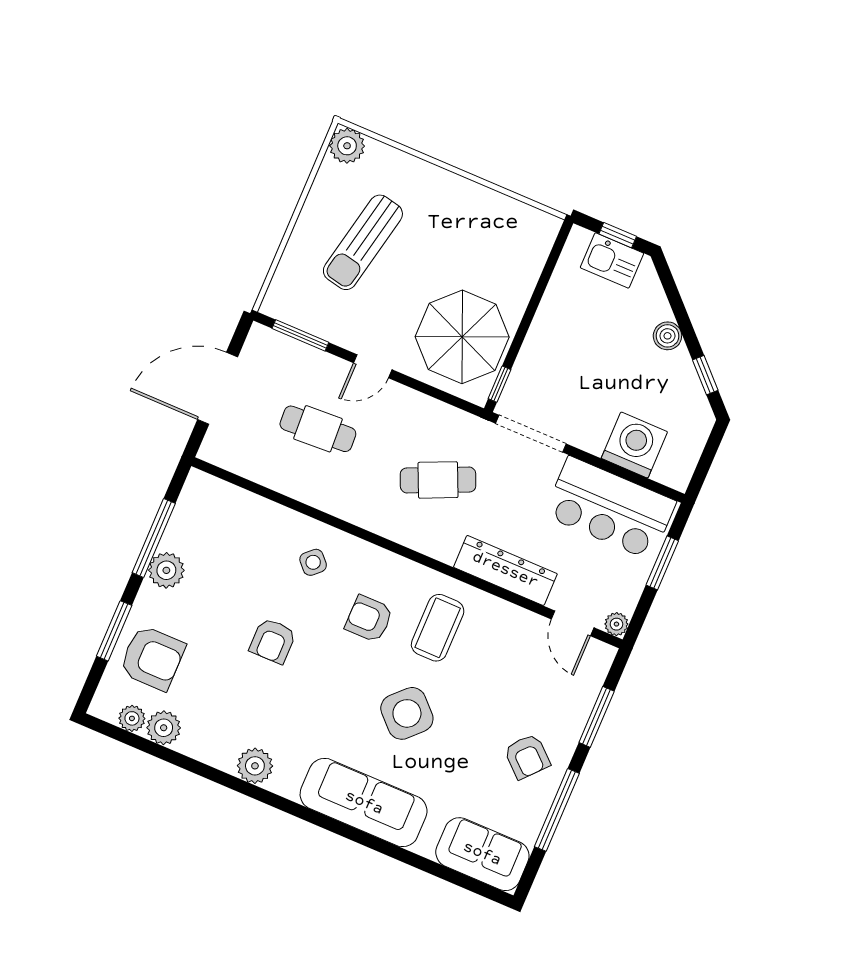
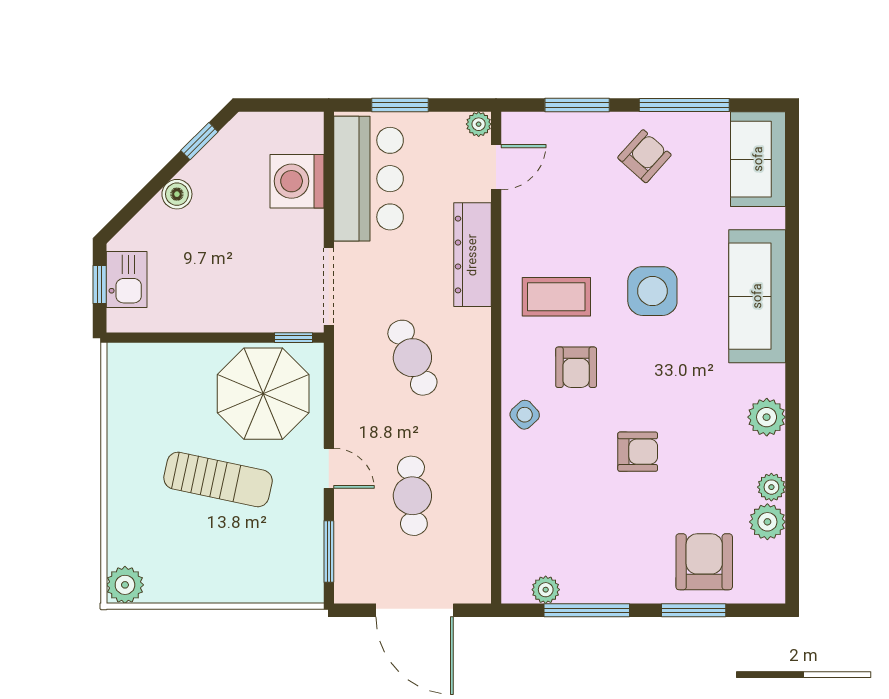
sun lounger: (363, 242) -> (218, 479), moved
side table: (313, 562) -> (525, 415), moved
plant: (166, 570) -> (546, 590), moved, width x0.73, depth x0.73
side table: (407, 713) -> (652, 291), turned 45
plant: (132, 718) -> (771, 487), moved

